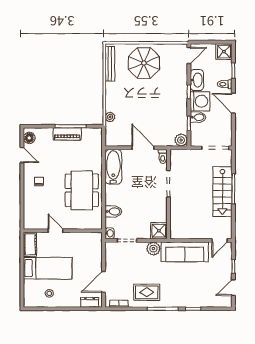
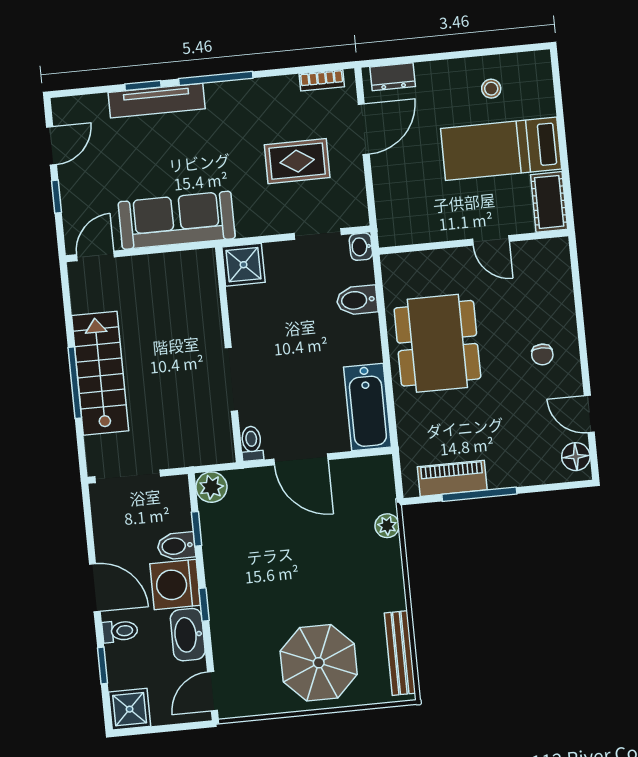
piano: (67, 134) -> (452, 478), moved
plant: (153, 249) -> (252, 221), removed
rug: (147, 292) -> (297, 161), moved
tv unit: (188, 302) -> (157, 101), added

